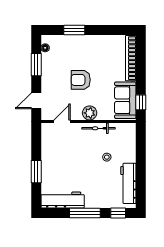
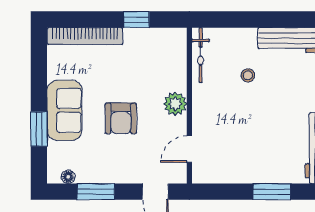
sofa: (125, 100) -> (64, 110), moved, turned -90
window: (141, 102) -> (137, 19), moved
door: (62, 122) -> (189, 149), hinge flipped
bicycle: (98, 128) -> (200, 55), moved

